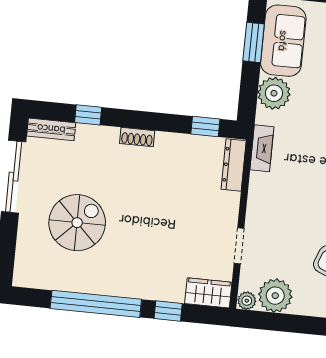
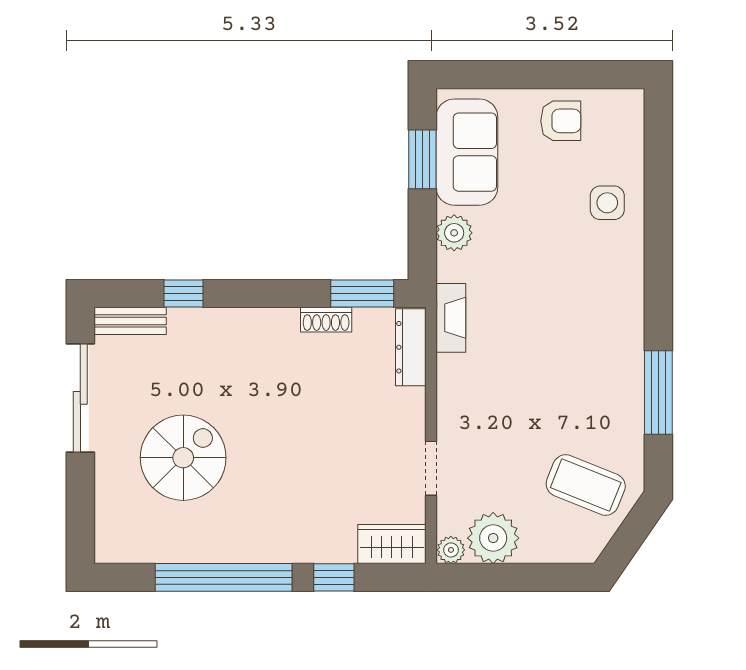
plant: (274, 93) -> (454, 233), width x0.73, depth x0.73
window: (205, 127) -> (362, 294), width x1.50
shoe rack: (137, 137) -> (326, 320), moved

